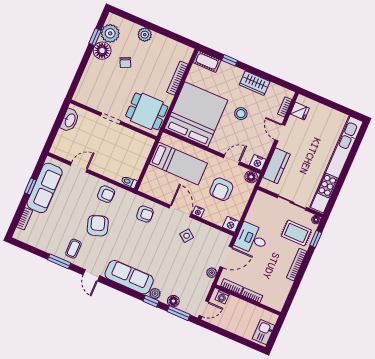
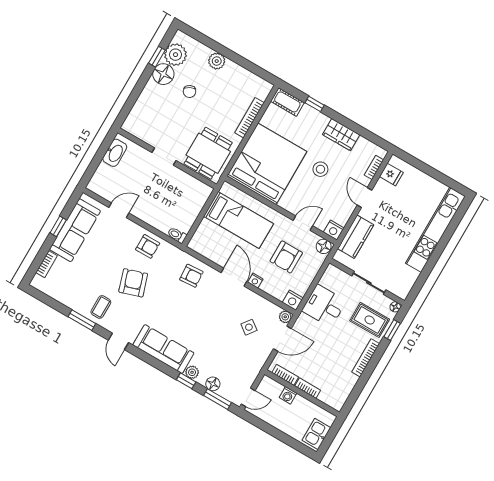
dining table: (147, 111) -> (208, 153), turned 90
kitchen unit: (336, 164) -> (436, 230), width x0.73
side table: (187, 236) -> (249, 327), moved
desk: (252, 239) -> (324, 306), moved
plant: (212, 273) -> (285, 317), moved
washing machine: (222, 297) -> (288, 395), moved

